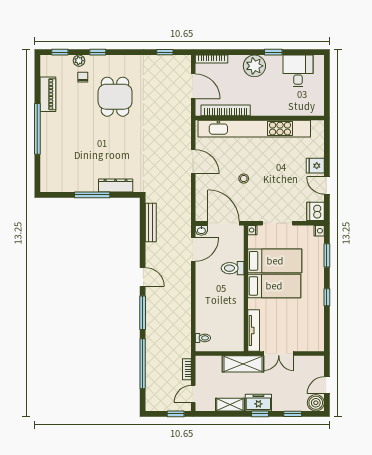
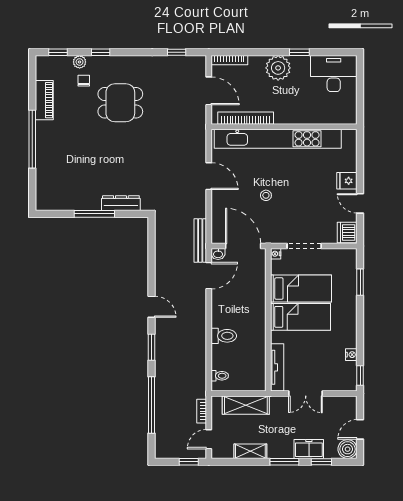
desk: (298, 71) -> (334, 74), width x1.37
dining table: (115, 97) -> (120, 103), turned 90
bench: (151, 223) -> (200, 240), moved
nightstand: (319, 231) -> (351, 355), moved
toilet: (233, 268) -> (224, 336), moved, turned 180
window: (327, 297) -> (360, 375), moved
window: (143, 313) -> (152, 347), width x0.69
shelving: (243, 364) -> (246, 405), moved
freezer: (258, 403) -> (309, 449), moved
window: (260, 414) -> (284, 462), width x1.50

